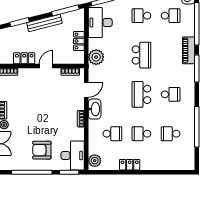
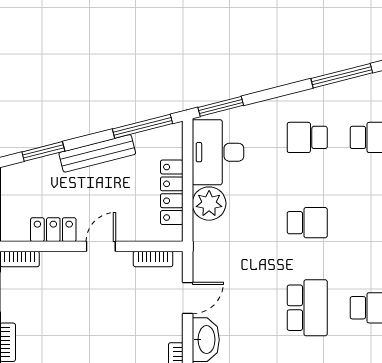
locker: (79, 41) -> (172, 192), width x1.53
school desk: (141, 55) -> (307, 223), width x0.54
plant: (96, 57) -> (209, 204), moved
school desk: (141, 94) -> (307, 308), turned 180

